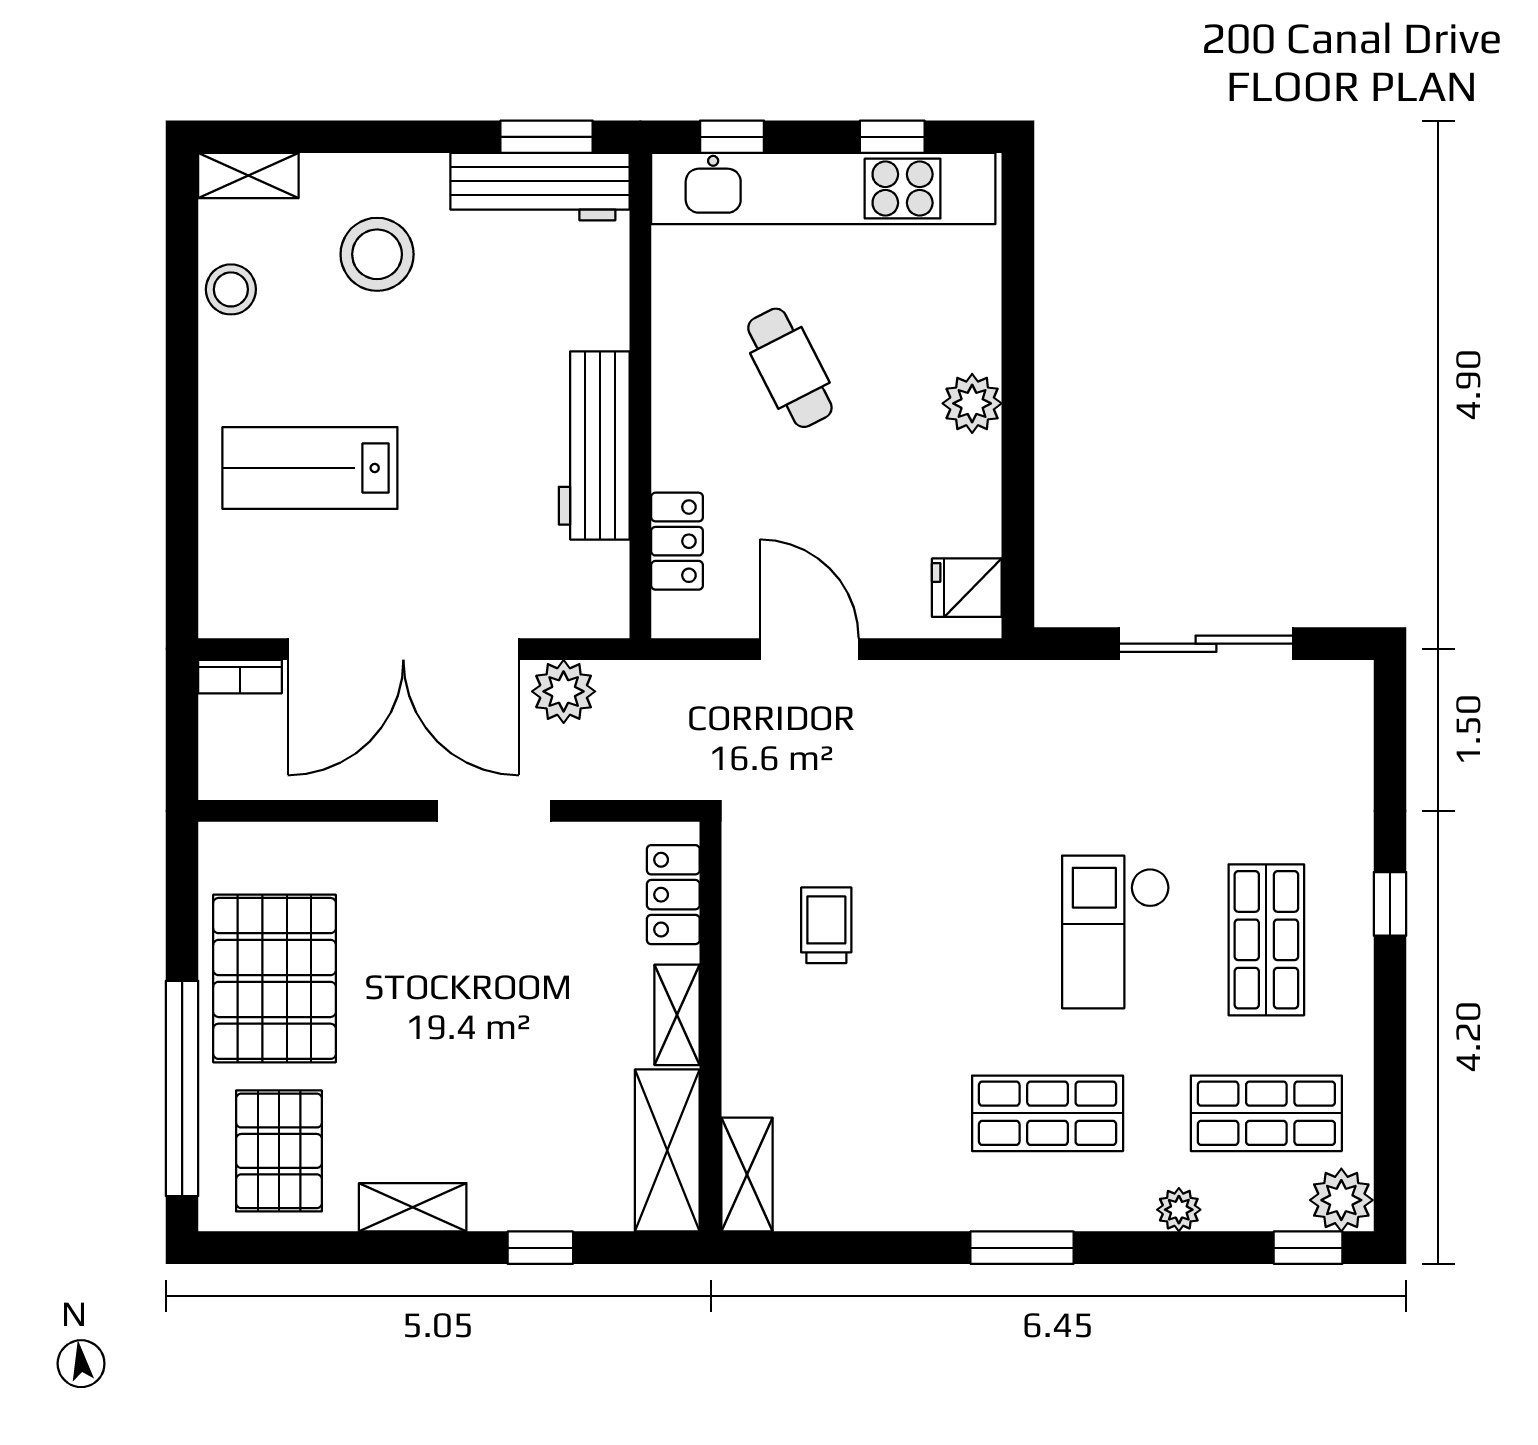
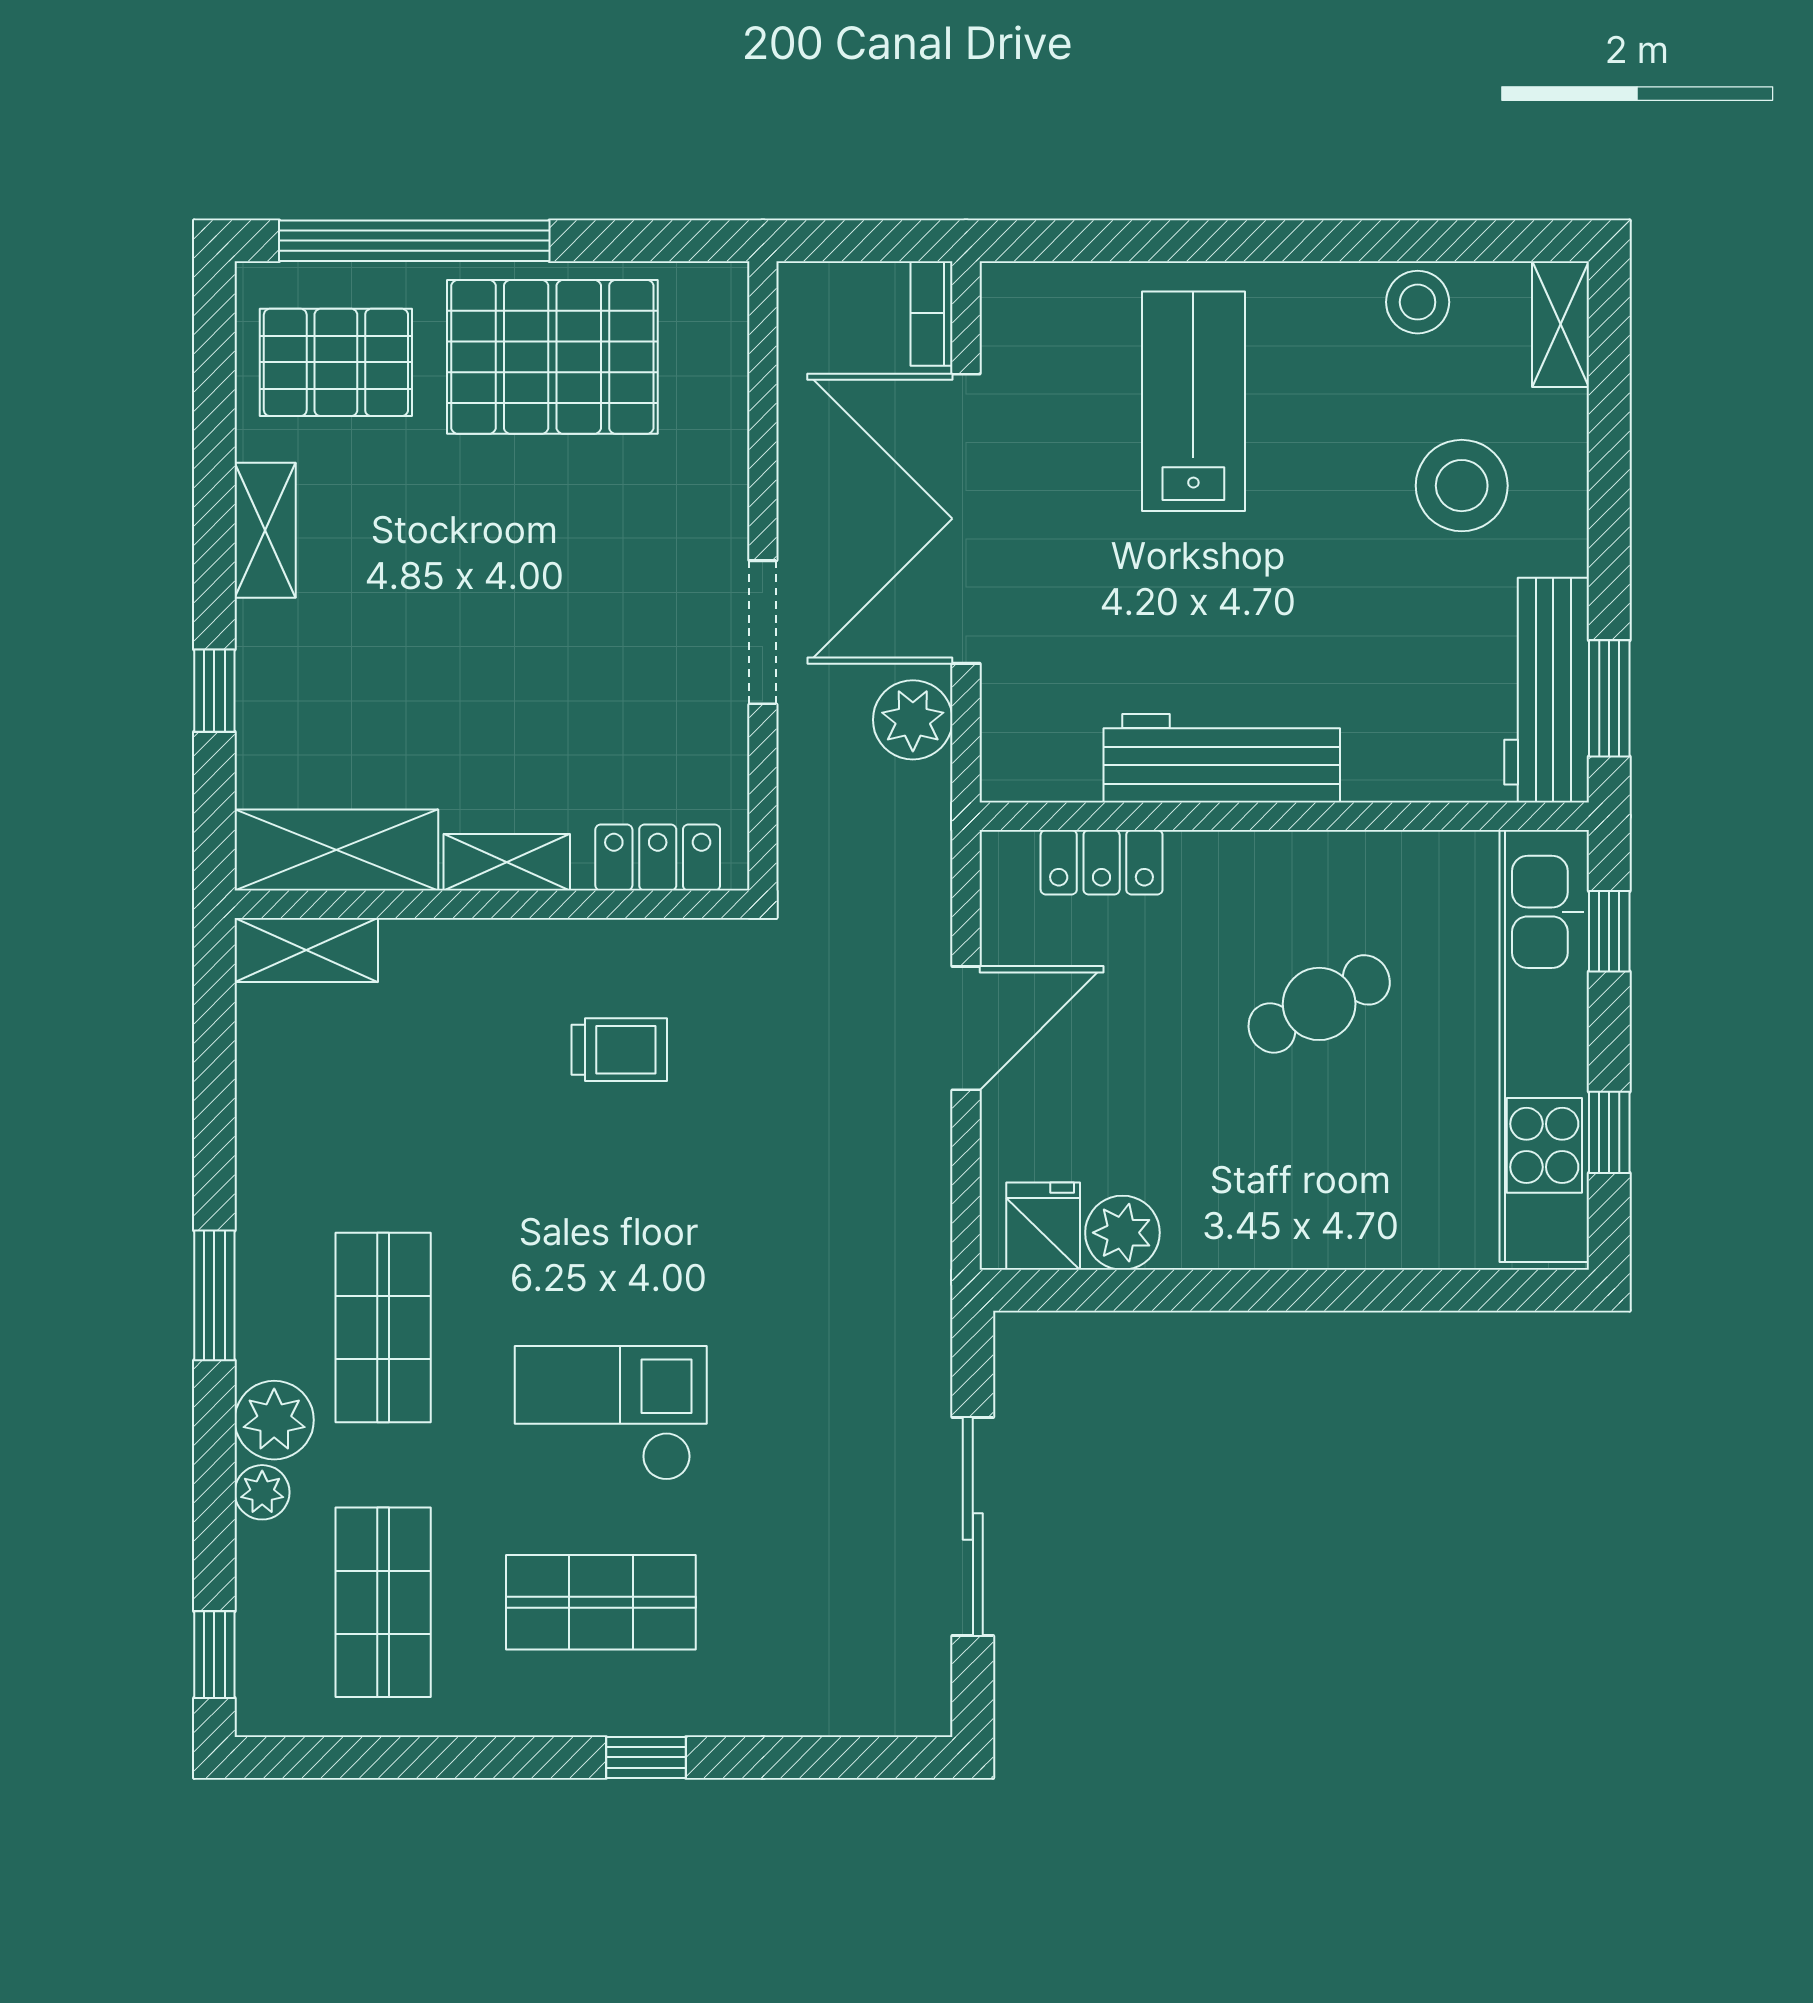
plant: (972, 403) -> (1122, 1233), moved
plant: (1341, 1200) -> (274, 1420), moved

